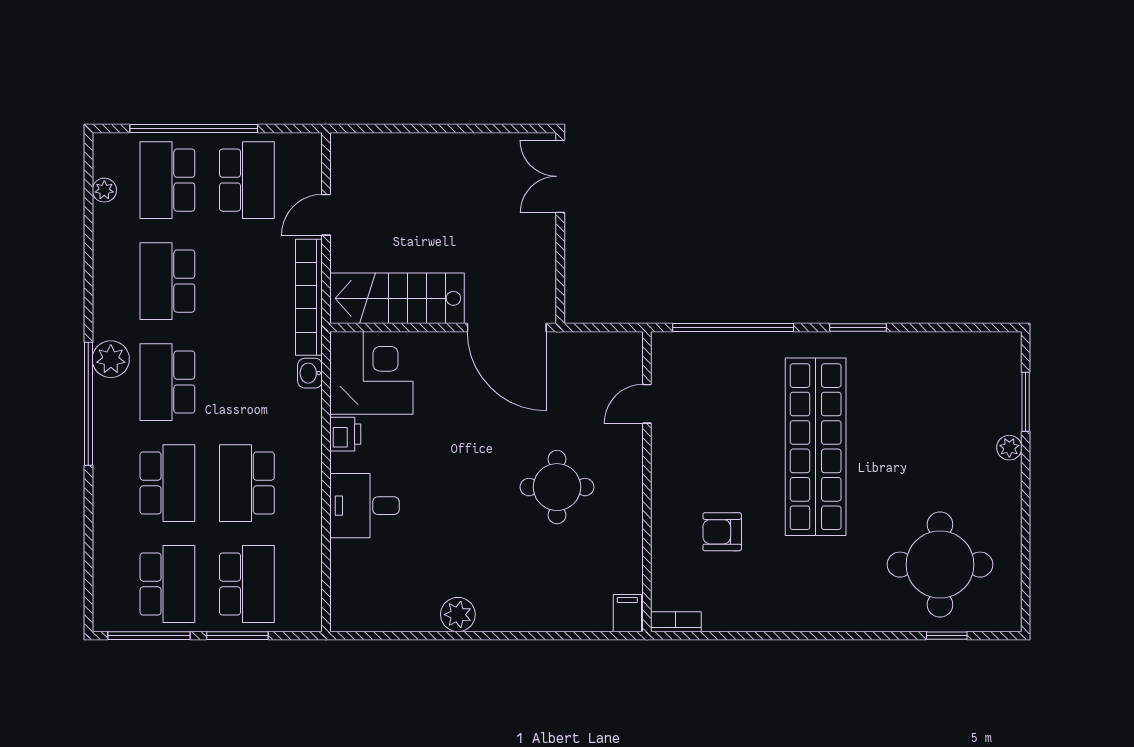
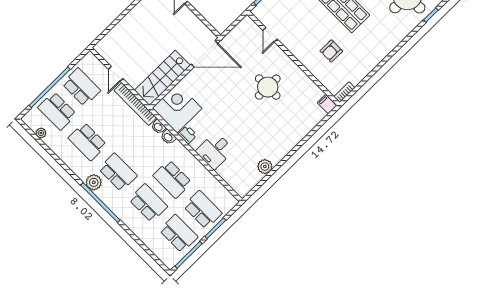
school desk: (167, 382) -> (118, 172), turned 180
washbasin: (309, 407) -> (168, 137), added
plant: (458, 615) -> (265, 167), moved

